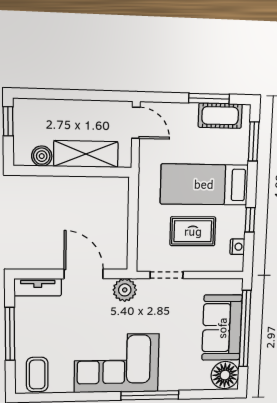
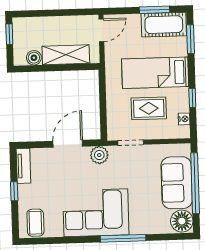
cot: (220, 116) -> (164, 25), width x1.37, depth x1.34
door: (136, 123) -> (101, 30), hinge flipped
door: (84, 274) -> (68, 144), hinge flipped
tv unit: (38, 287) -> (23, 166), moved, turned -90
window: (10, 334) -> (14, 191), width x0.46

